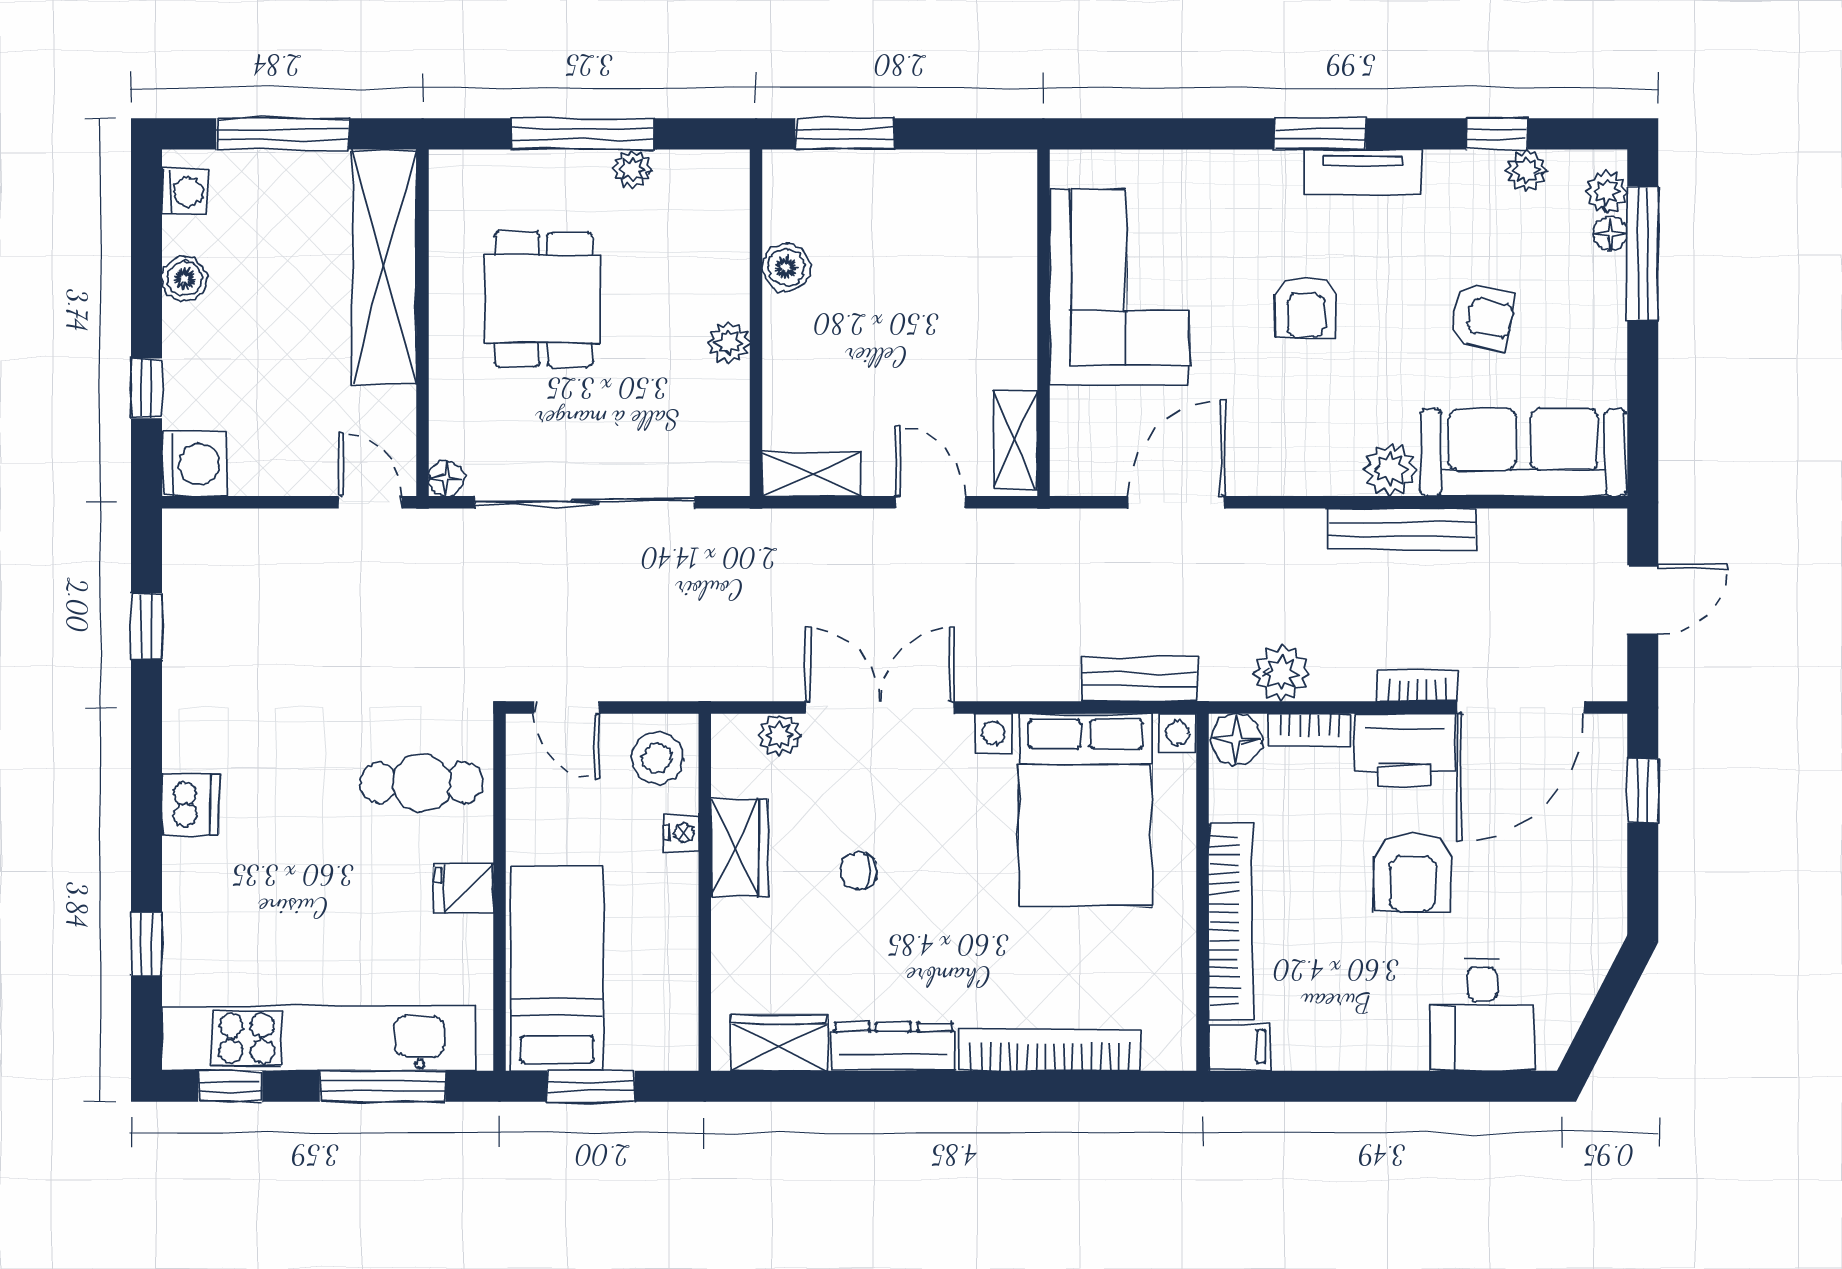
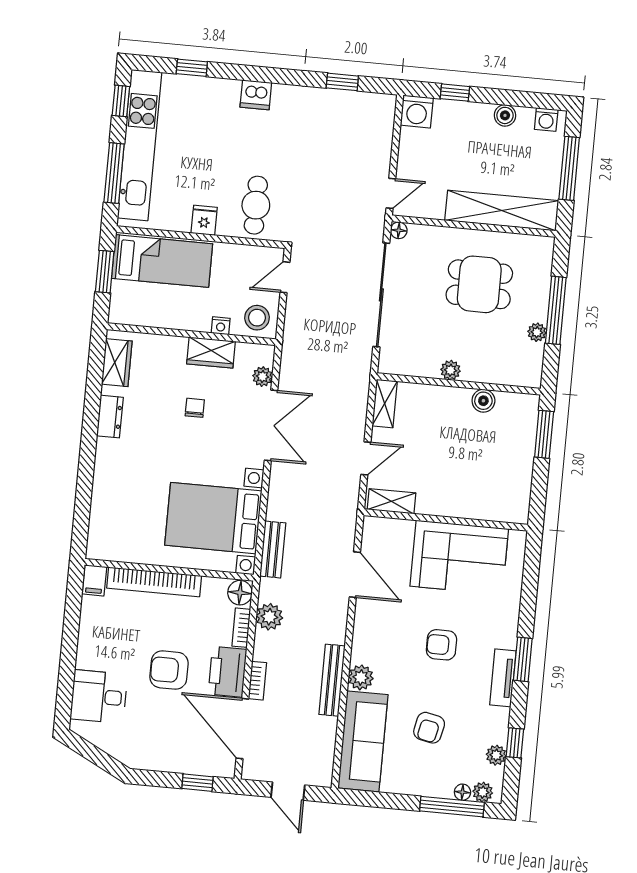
dresser: (893, 1047) -> (110, 417), width x0.70
bookcase: (1050, 1050) -> (101, 491), removed

